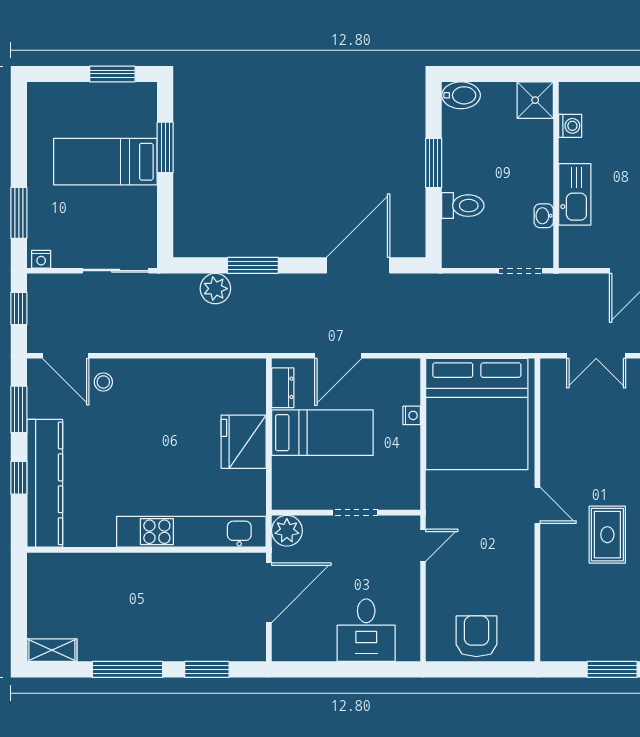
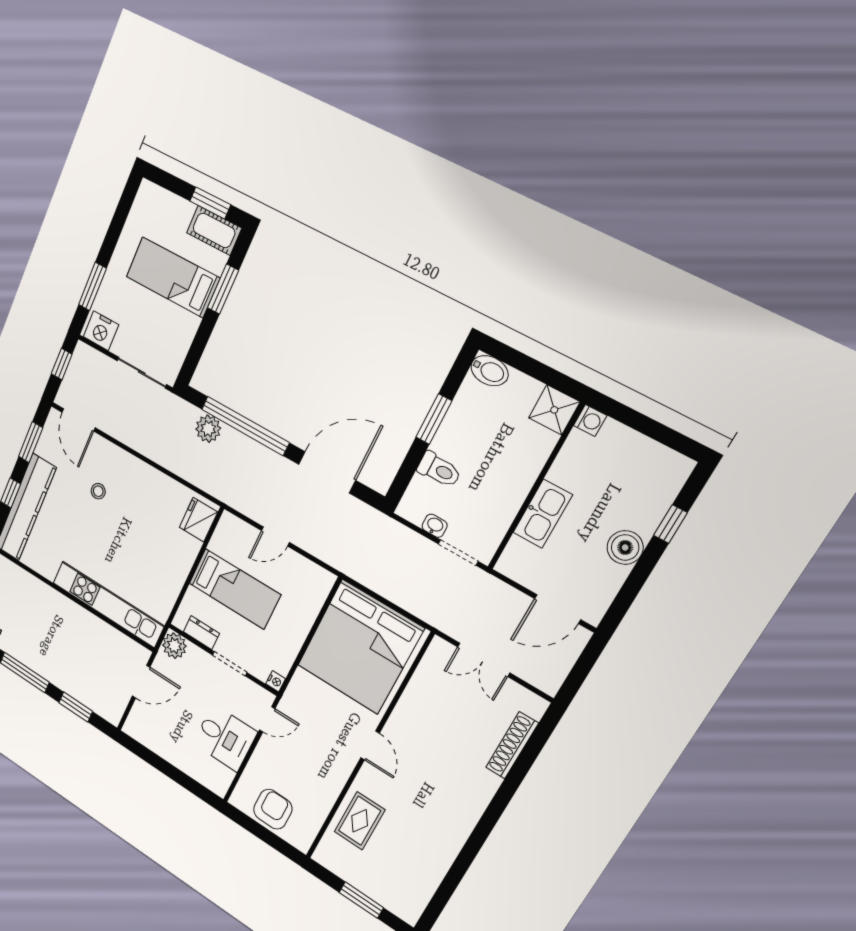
cot: (129, 97) -> (214, 230), added
washing machine: (570, 126) -> (590, 421), moved
washbasin: (544, 216) -> (435, 526), moved, turned 90
nightstand: (41, 259) -> (101, 331), width x1.89, depth x1.79
window: (253, 265) -> (245, 426), width x2.11
door: (338, 356) -> (275, 536), width x0.73
stool: (103, 382) -> (98, 491), moved
dresser: (283, 388) -> (201, 633), moved, turned -90
nightstand: (412, 415) -> (276, 681), moved
fridge: (244, 442) -> (198, 520), moved, width x0.73, depth x0.75
rug: (607, 535) -> (360, 821), moved
door: (269, 593) -> (141, 682), width x0.73
desk: (366, 630) -> (225, 738), moved, turned -90

